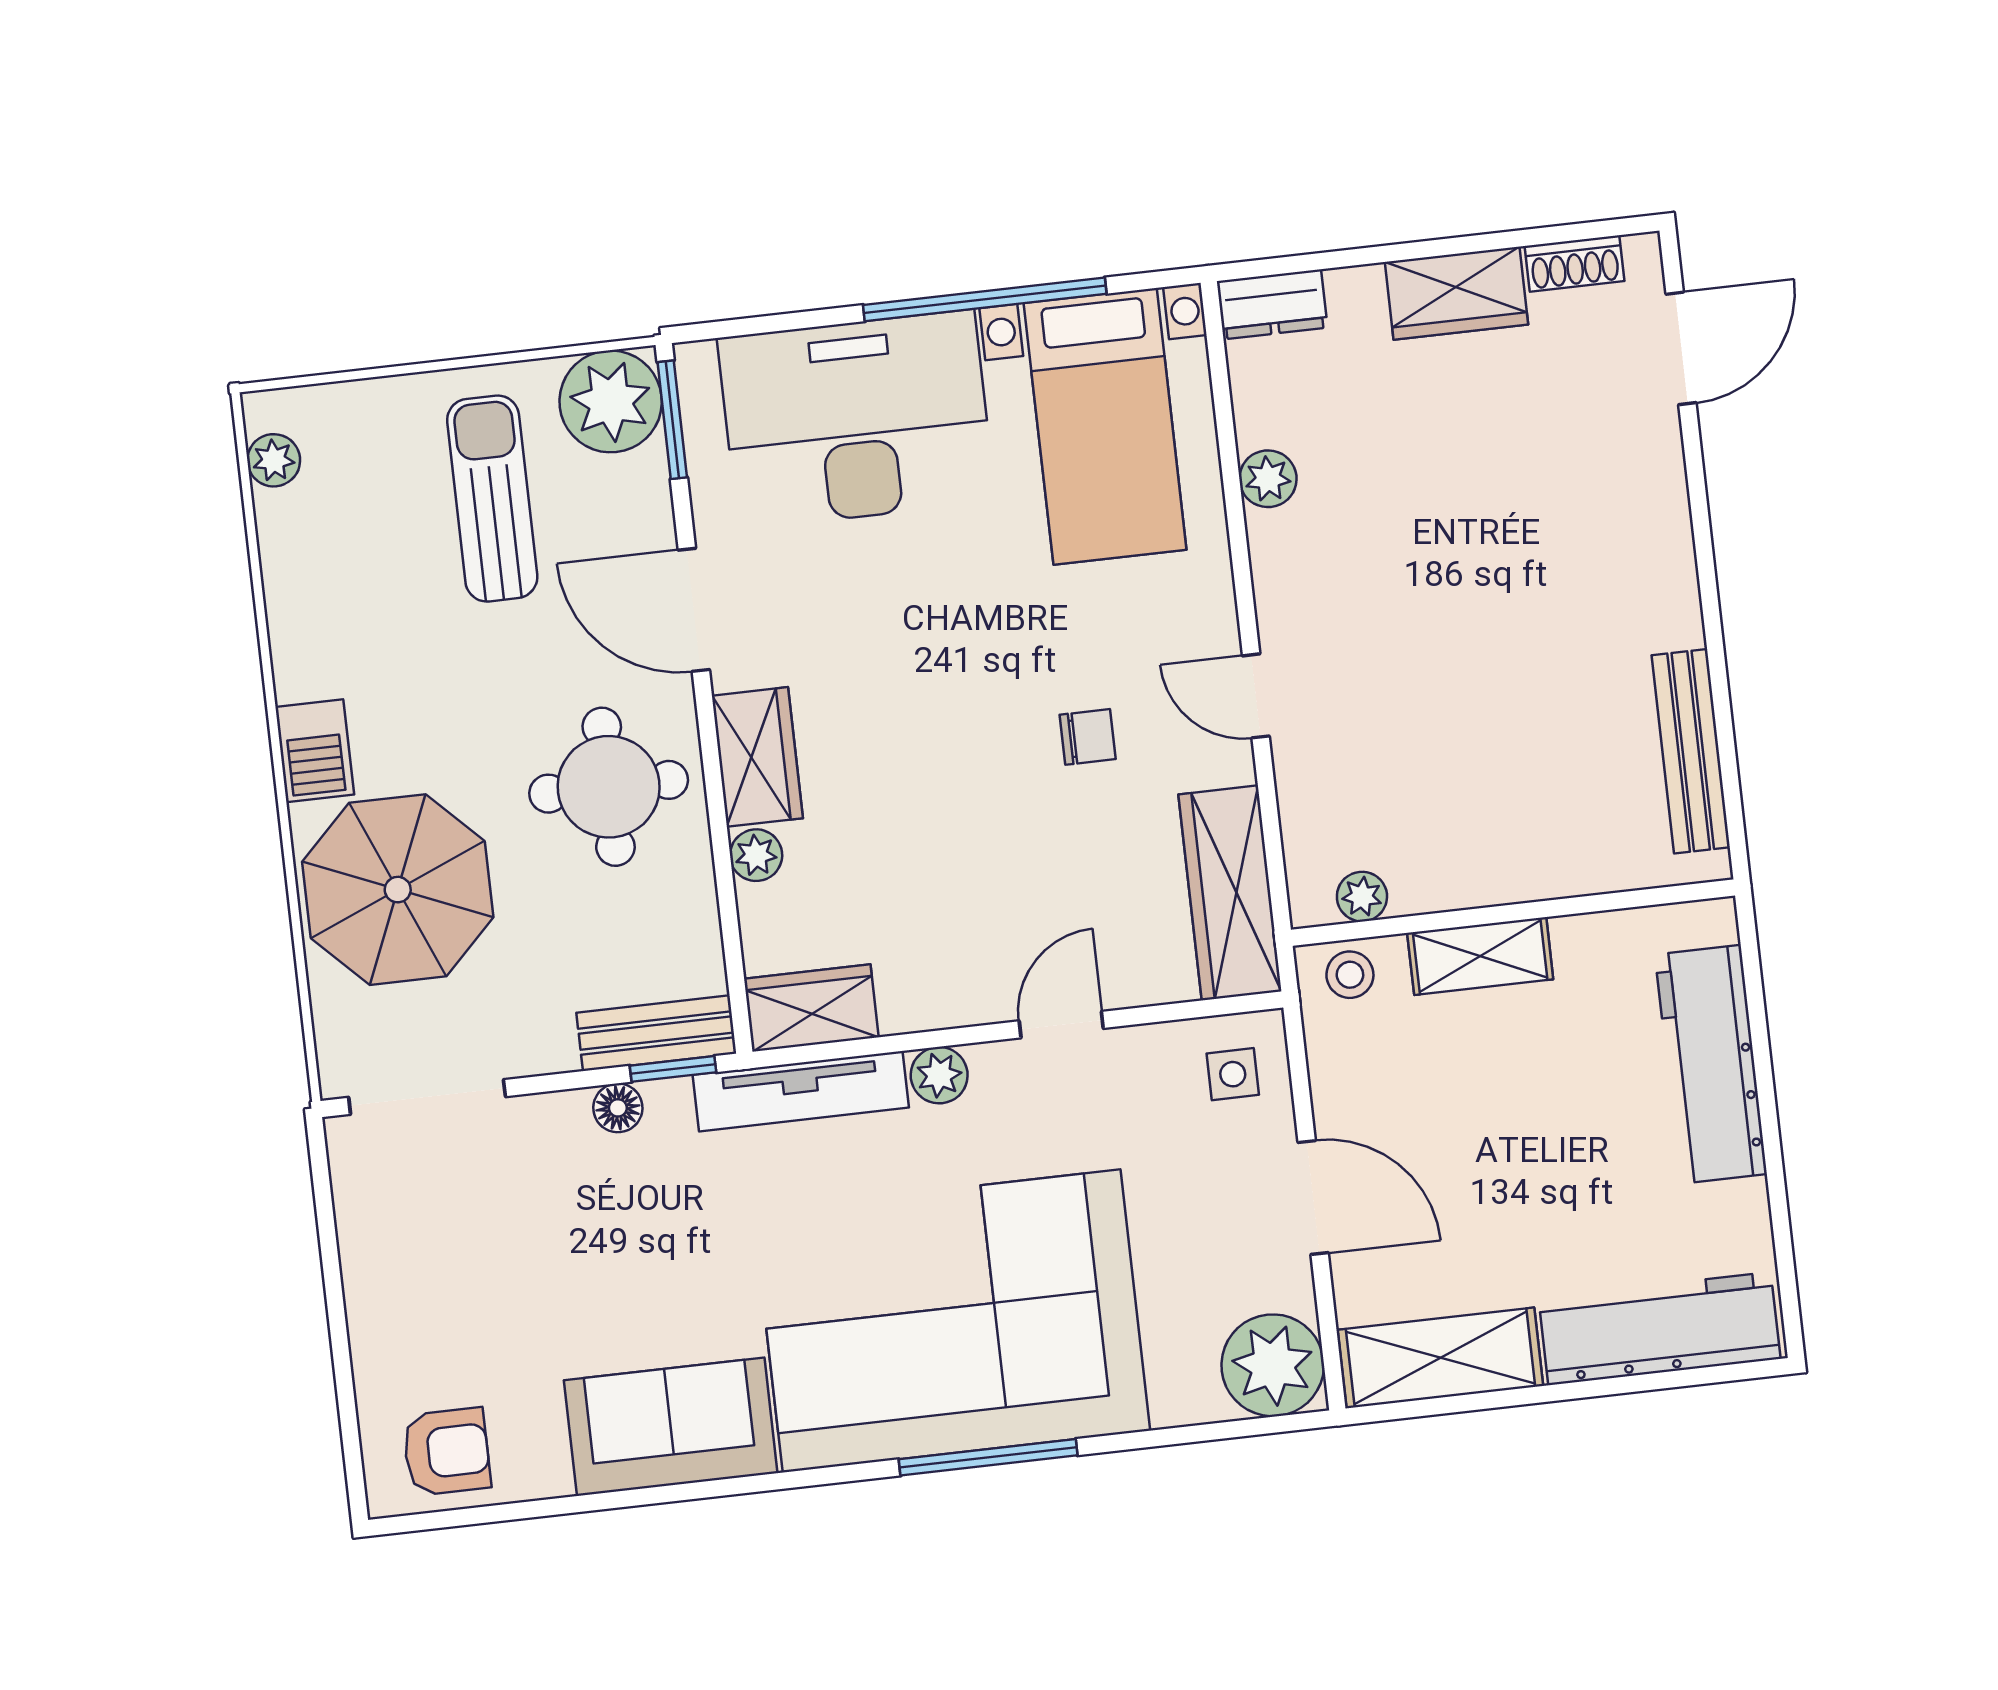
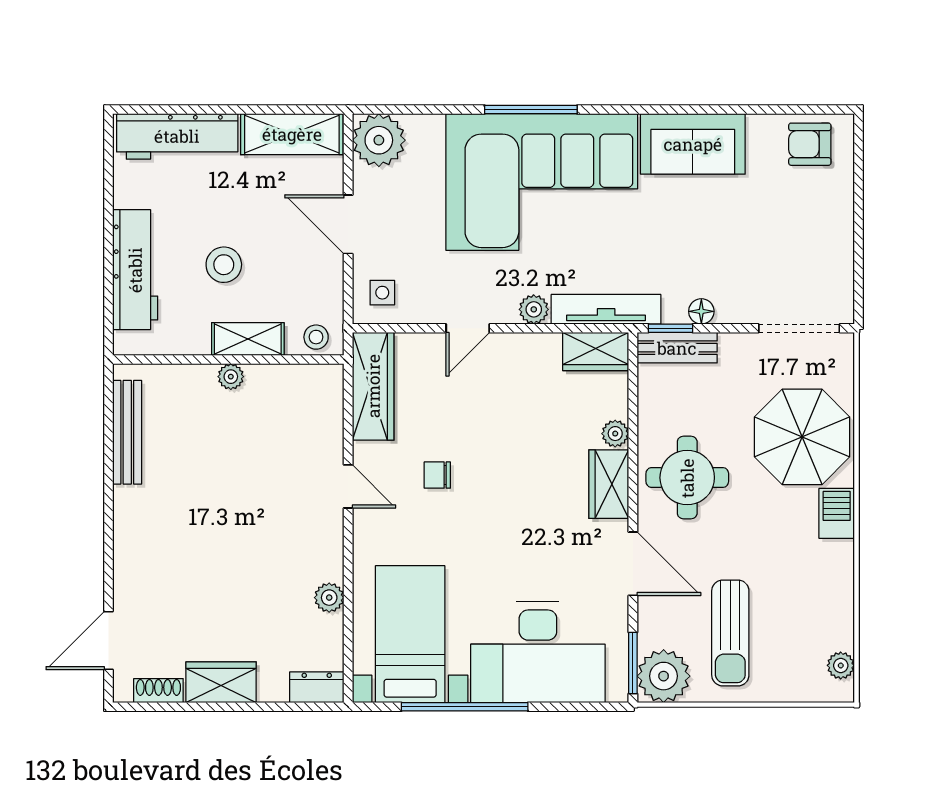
plant: (1362, 897) -> (231, 377), moved
stool: (1542, 1093) -> (224, 265), added

